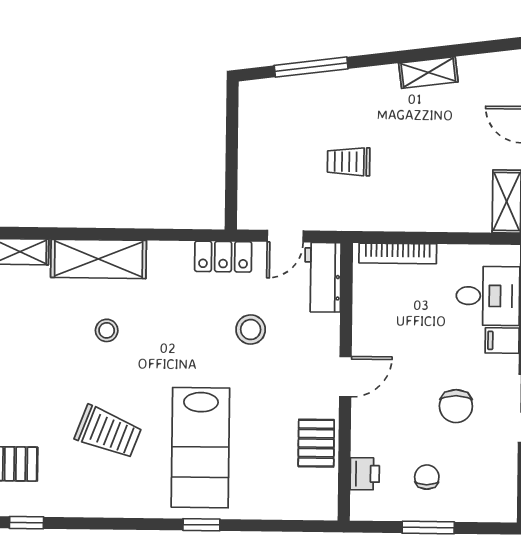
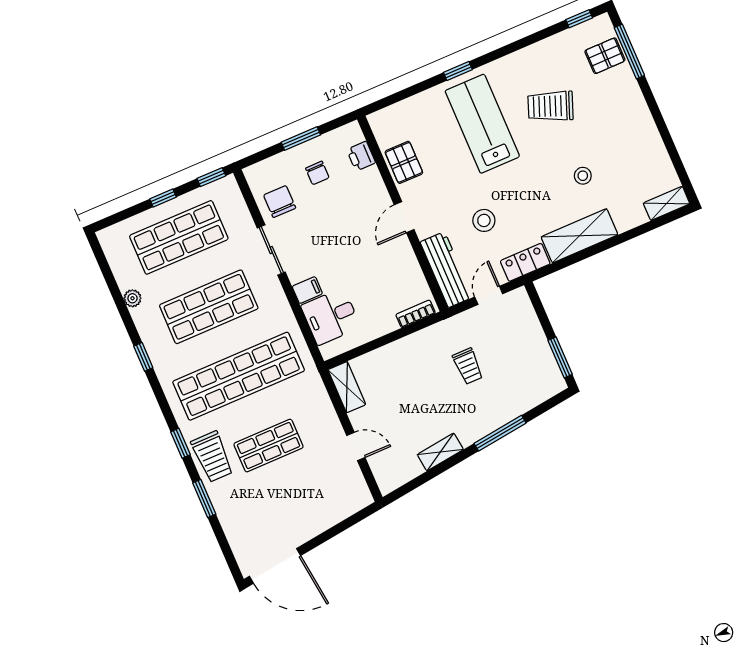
window: (311, 67) -> (500, 433), moved
window: (232, 123) -> (560, 357), added
trolley: (349, 162) -> (468, 366), turned 90
bookcase: (398, 253) -> (416, 314), width x0.64
shelving: (99, 259) -> (580, 236), moved
workbench: (323, 277) -> (446, 270), width x1.38
chair: (456, 406) -> (280, 202), moved

